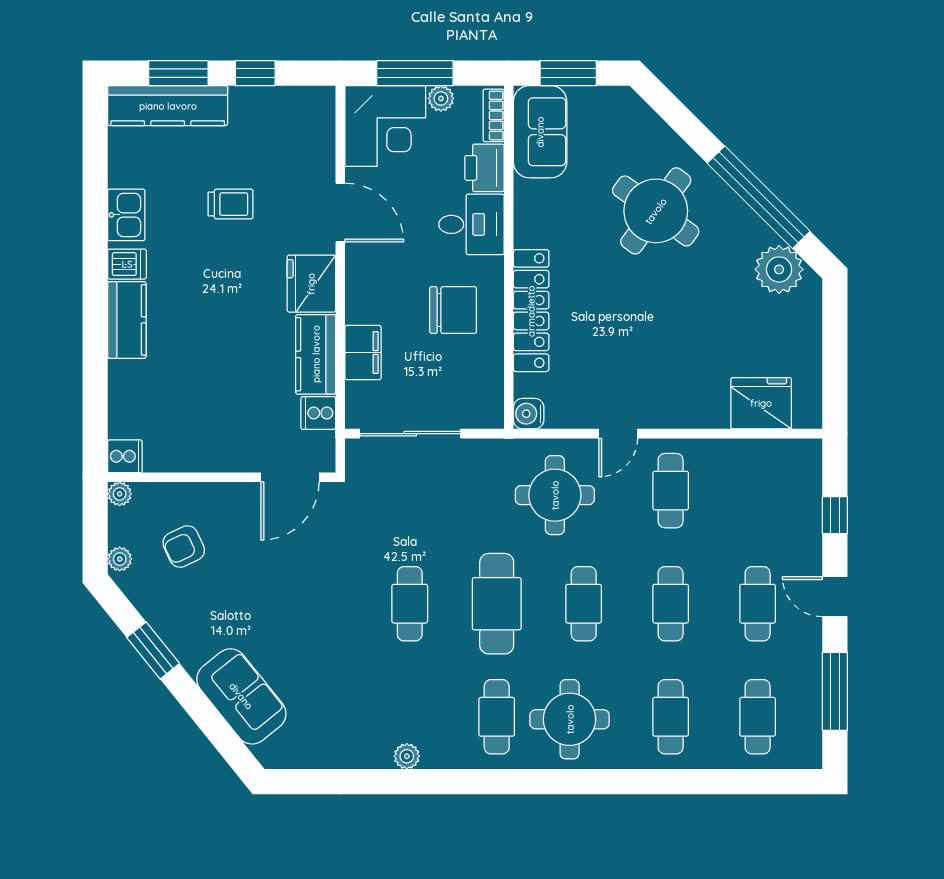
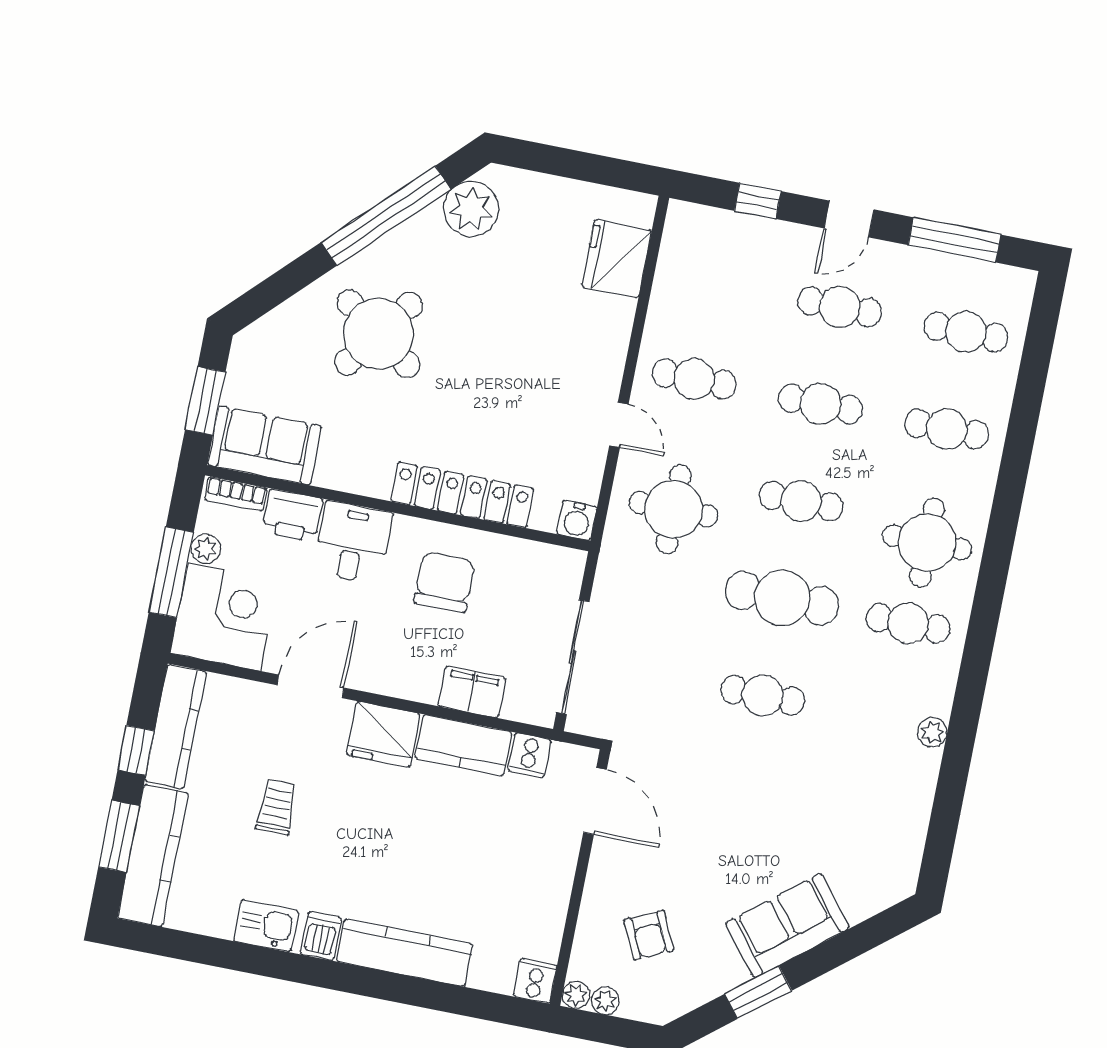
kitchen counter: (283, 103) -> (176, 727), added
kitchen counter: (127, 320) -> (405, 953), width x1.50
plant: (120, 559) -> (606, 1001), moved
sofa: (241, 696) -> (788, 926), moved

